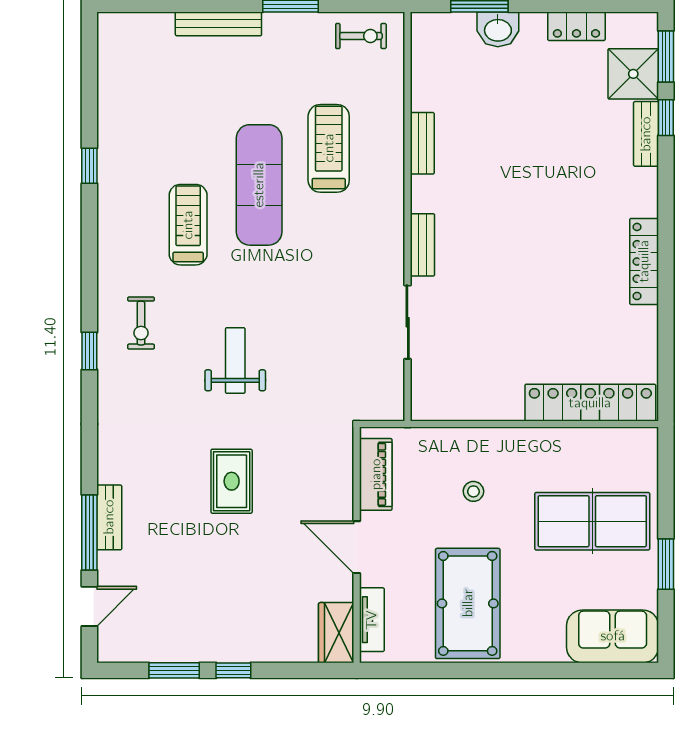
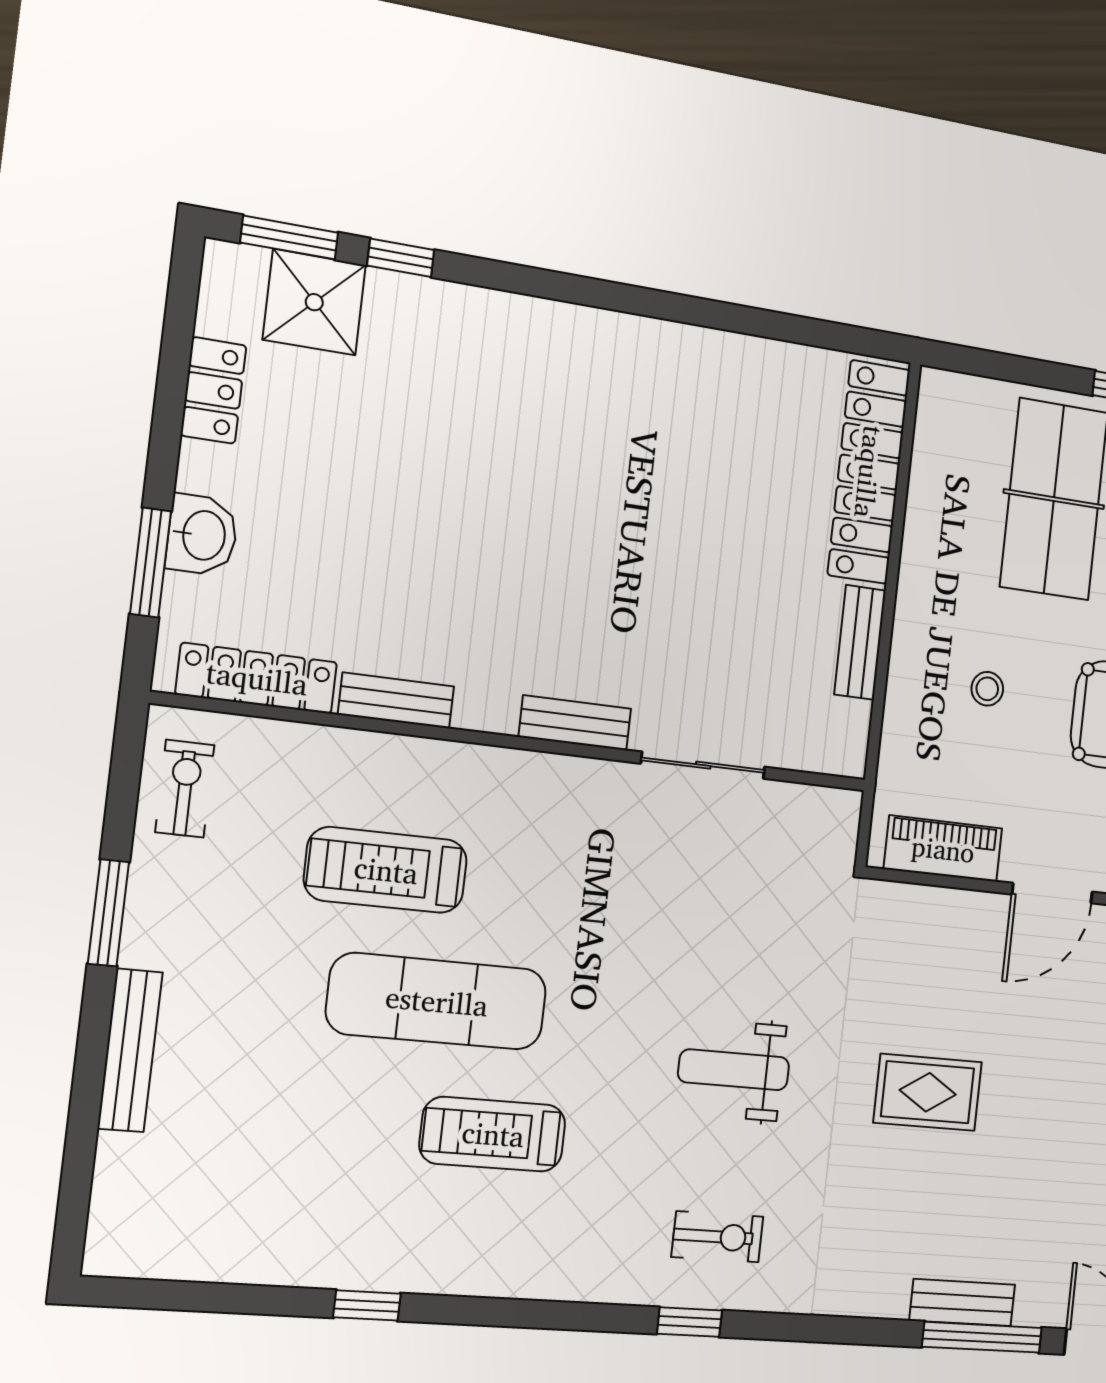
bench: (646, 134) -> (860, 642), moved, turned 90
locker: (644, 261) -> (257, 678), moved, turned 180
exercise bike: (141, 323) -> (717, 1237), moved

